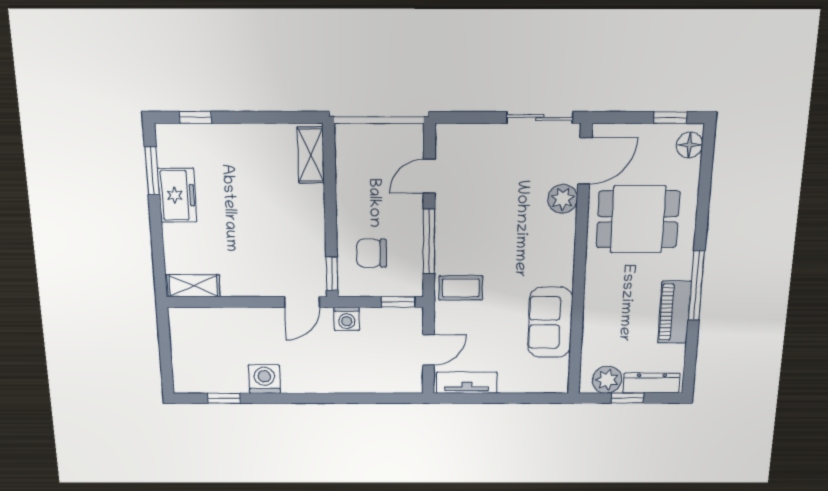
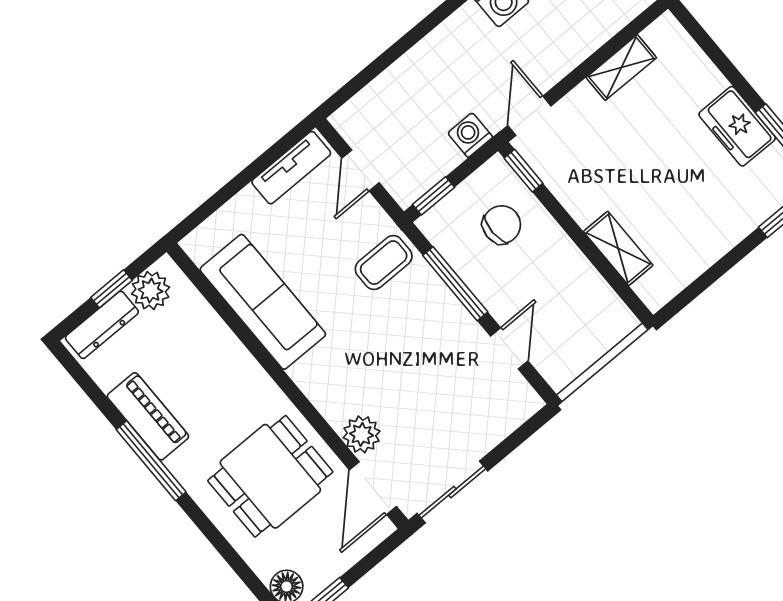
shelving: (311, 155) -> (618, 248), moved
shelving: (193, 286) -> (621, 68), moved
sofa: (550, 322) -> (263, 302), width x1.36

